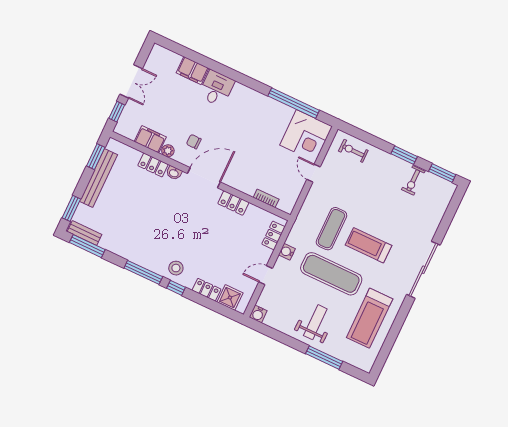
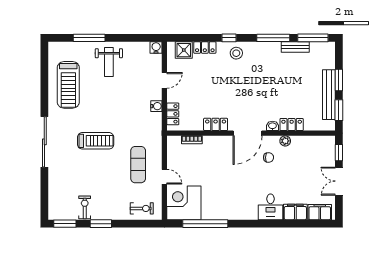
filing cabinet: (150, 139) -> (320, 212), moved, turned 180
window: (71, 208) -> (339, 80), moved
exercise mat: (331, 229) -> (138, 165), moved
bench: (84, 233) -> (295, 47), moved
window: (143, 272) -> (273, 38), moved
exercise mat: (331, 274) -> (114, 105), removed
treadmill: (370, 318) -> (68, 85), turned 180

